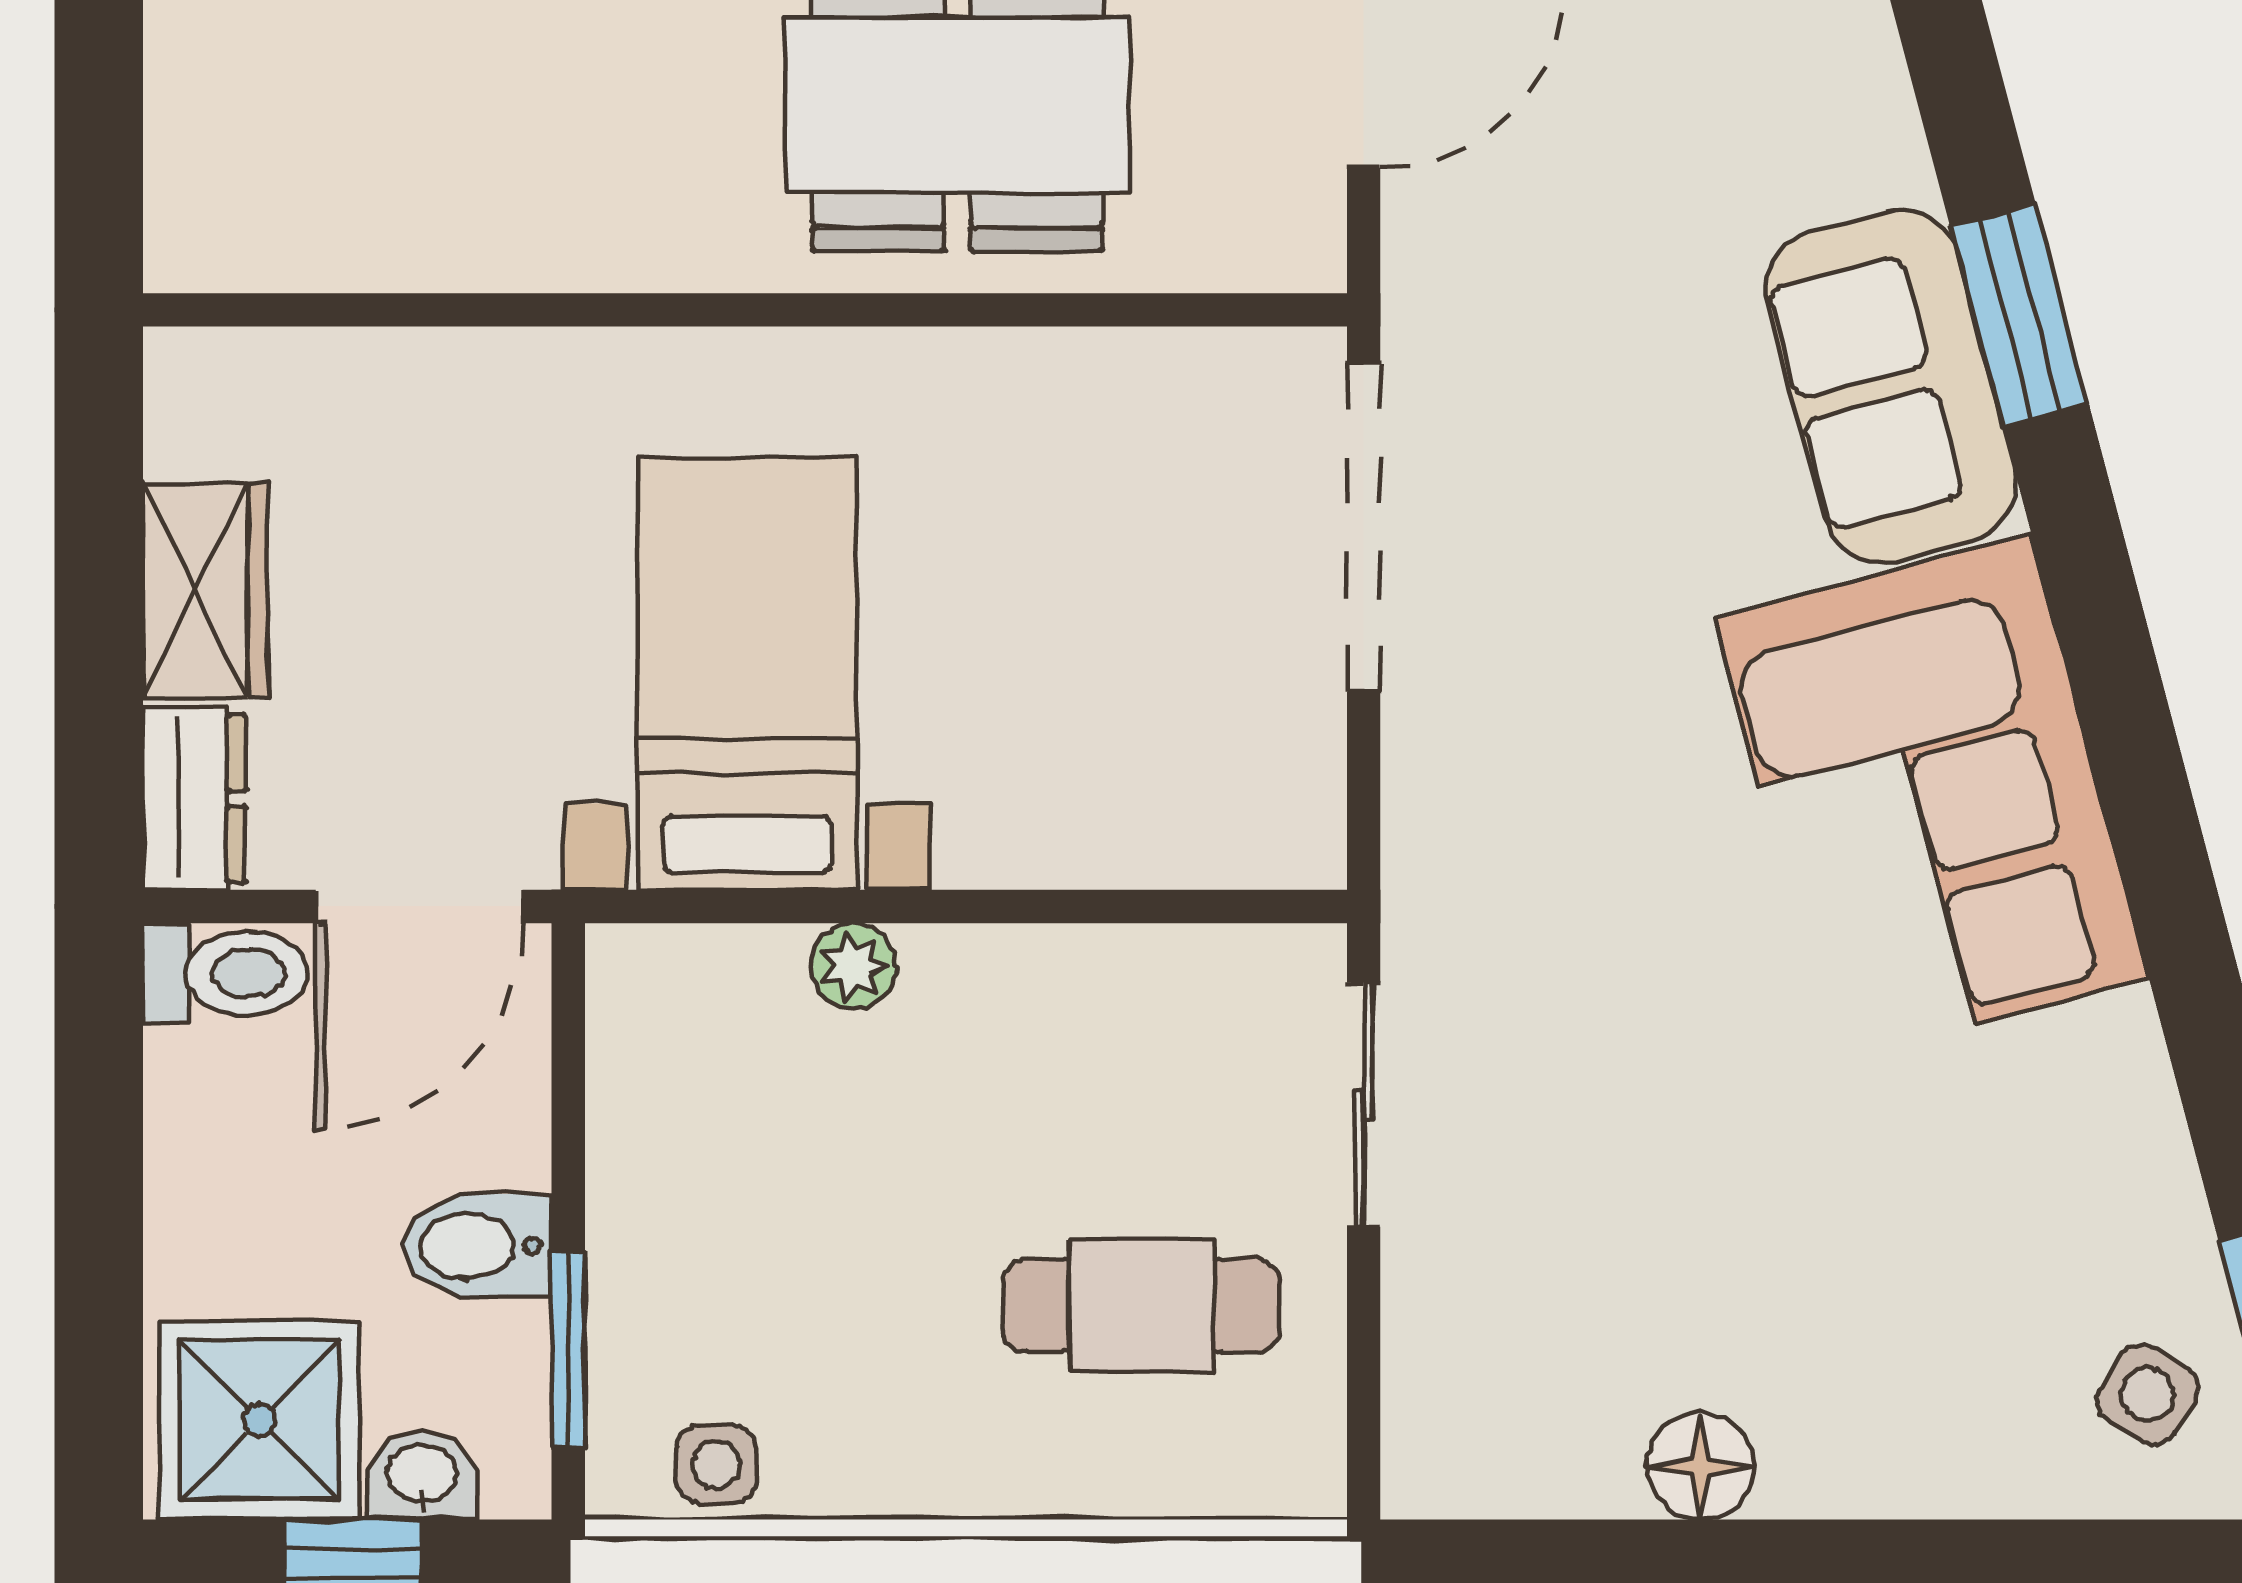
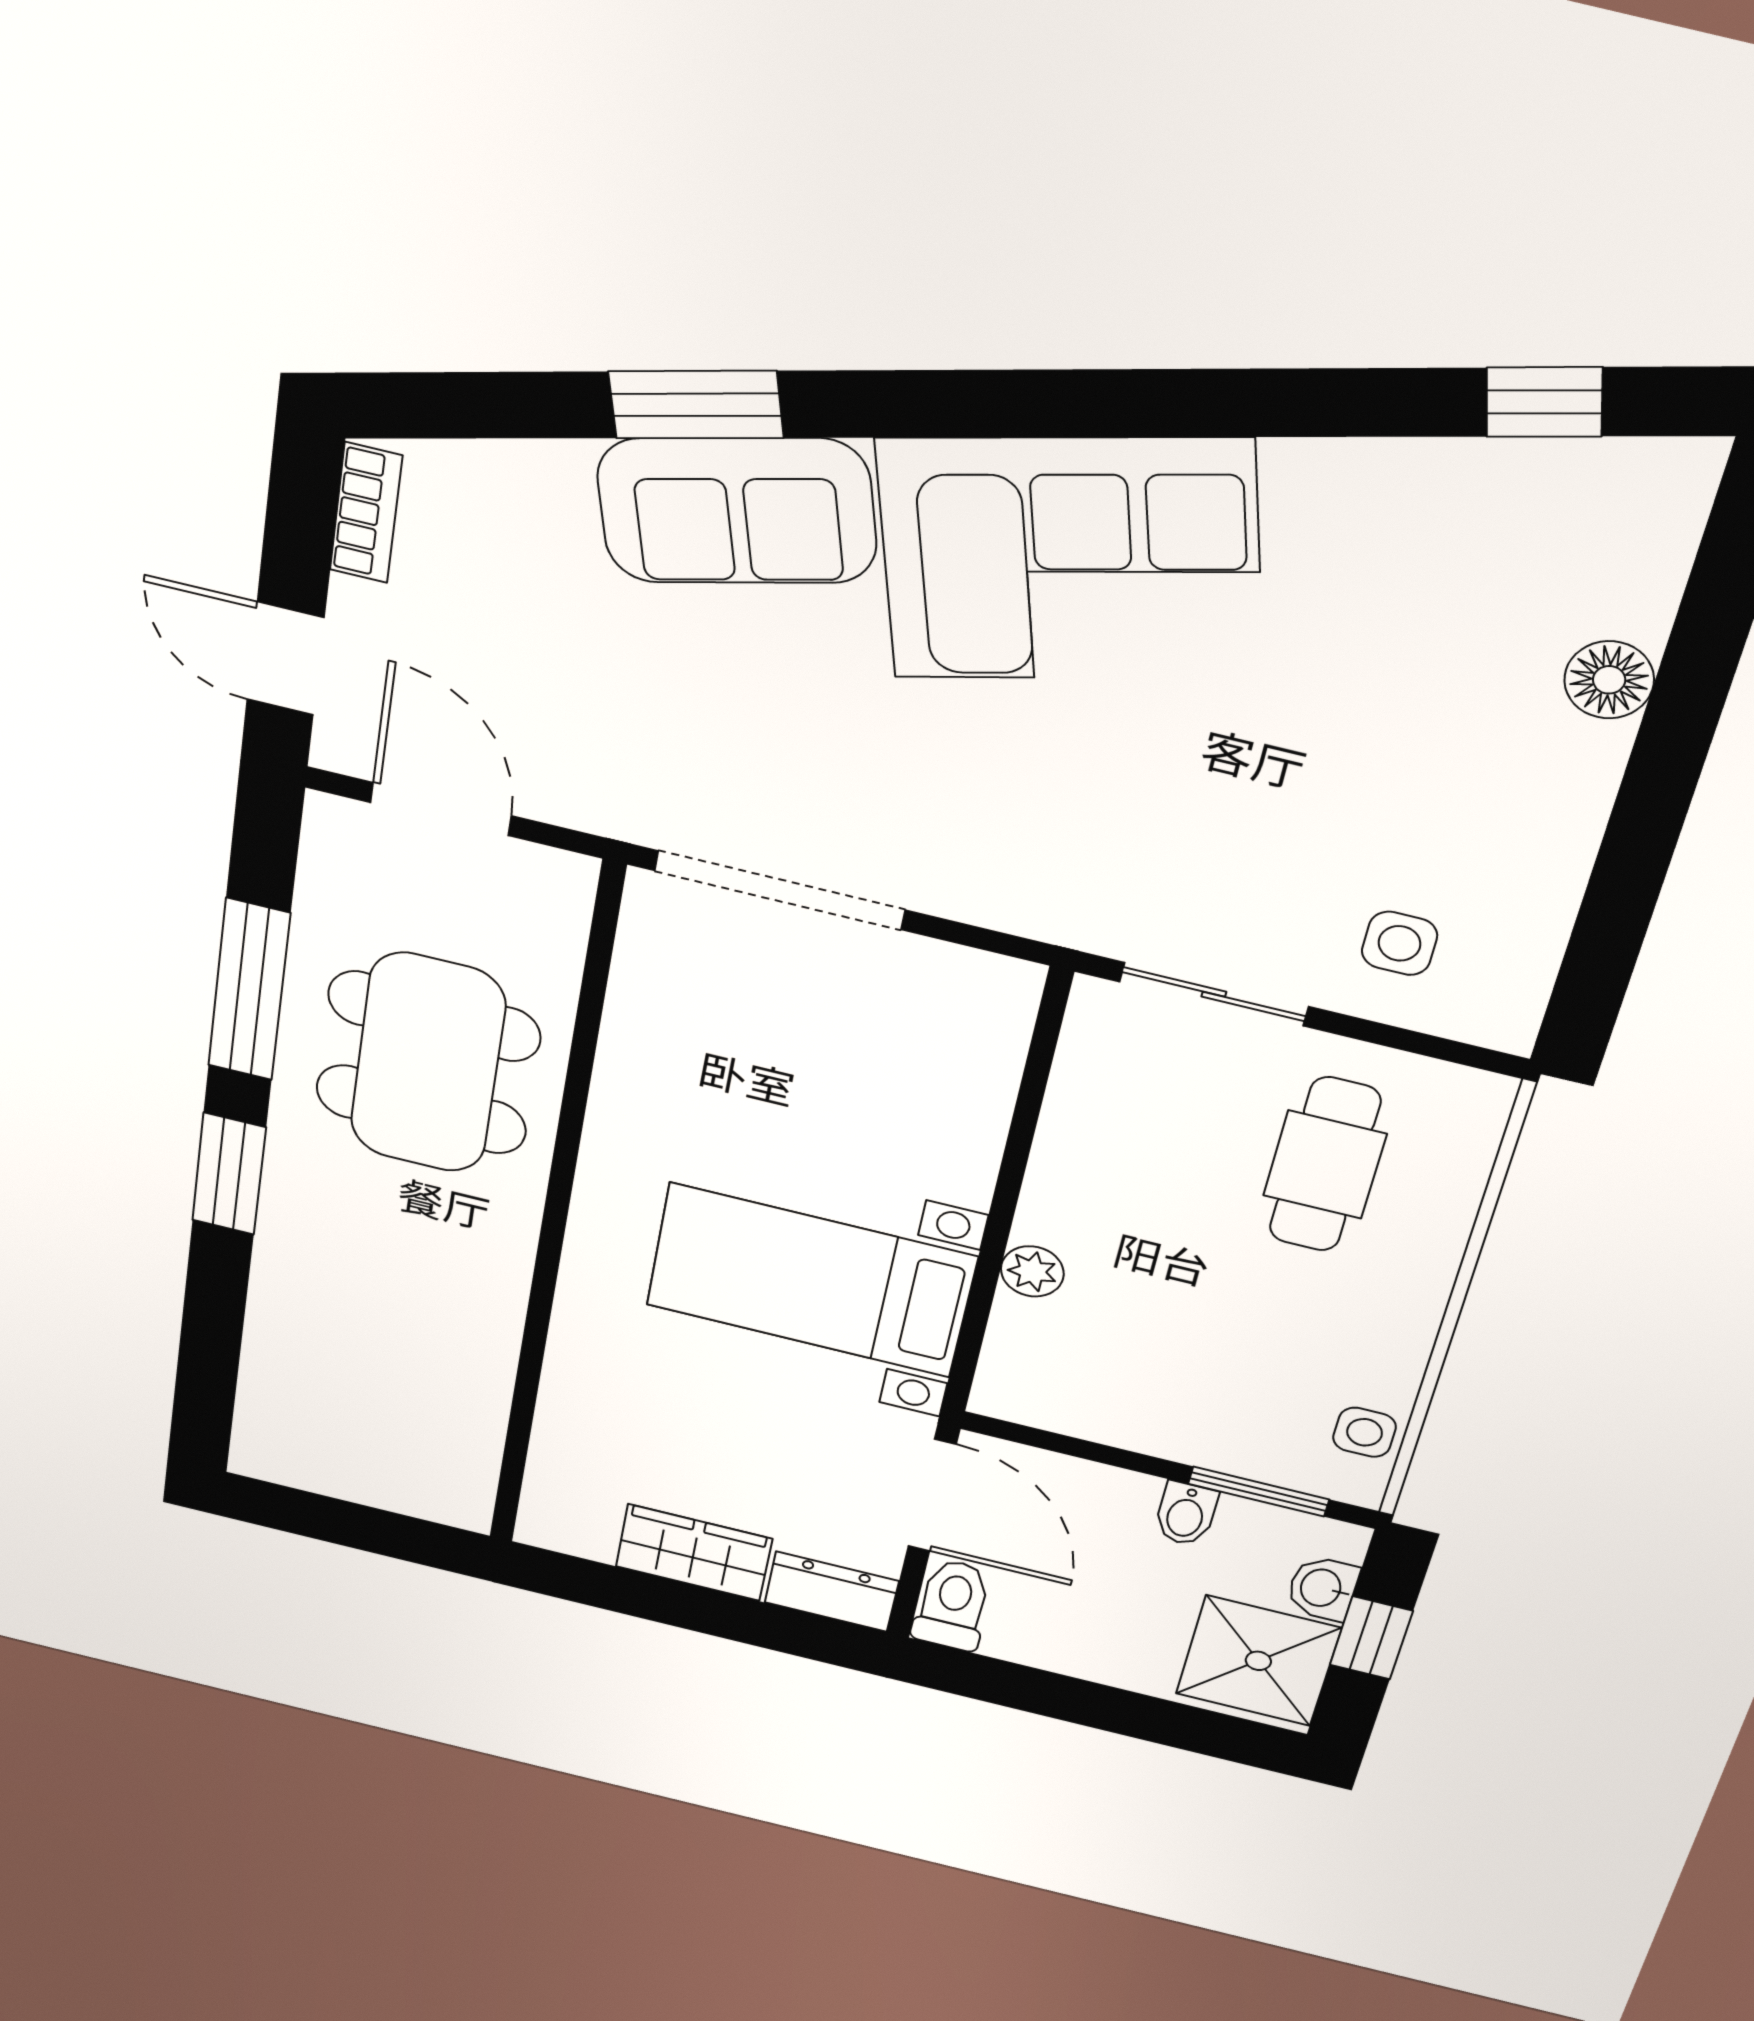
bidet: (477, 1246) -> (1186, 1514), width x0.72, depth x0.74
side table: (2147, 1394) -> (1400, 943), moved, turned -32
floor lamp: (1700, 1466) -> (1609, 680), moved

